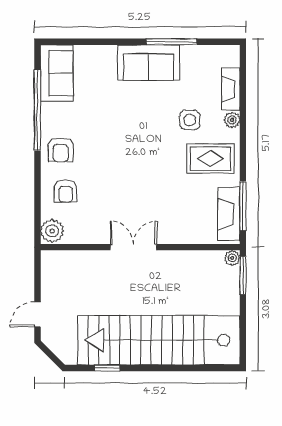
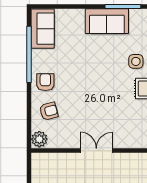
armchair: (61, 150) -> (45, 82), turned 180
armchair: (66, 191) -> (49, 111), turned -105

